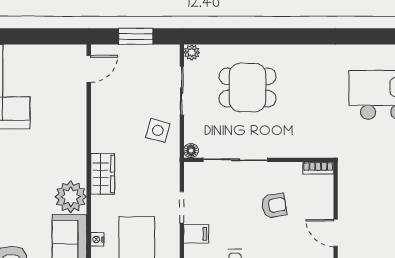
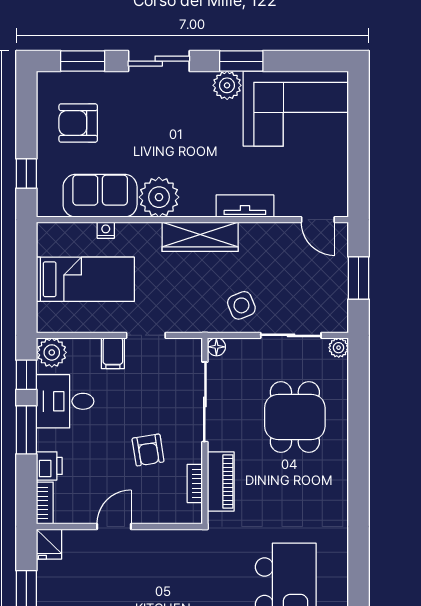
tv unit: (78, 128) -> (245, 206), added
side table: (158, 130) -> (241, 305), turned -37
piano: (299, 147) -> (221, 482), added
bookcase: (318, 168) -> (195, 483), moved
wardrobe: (103, 174) -> (200, 237), width x1.50

